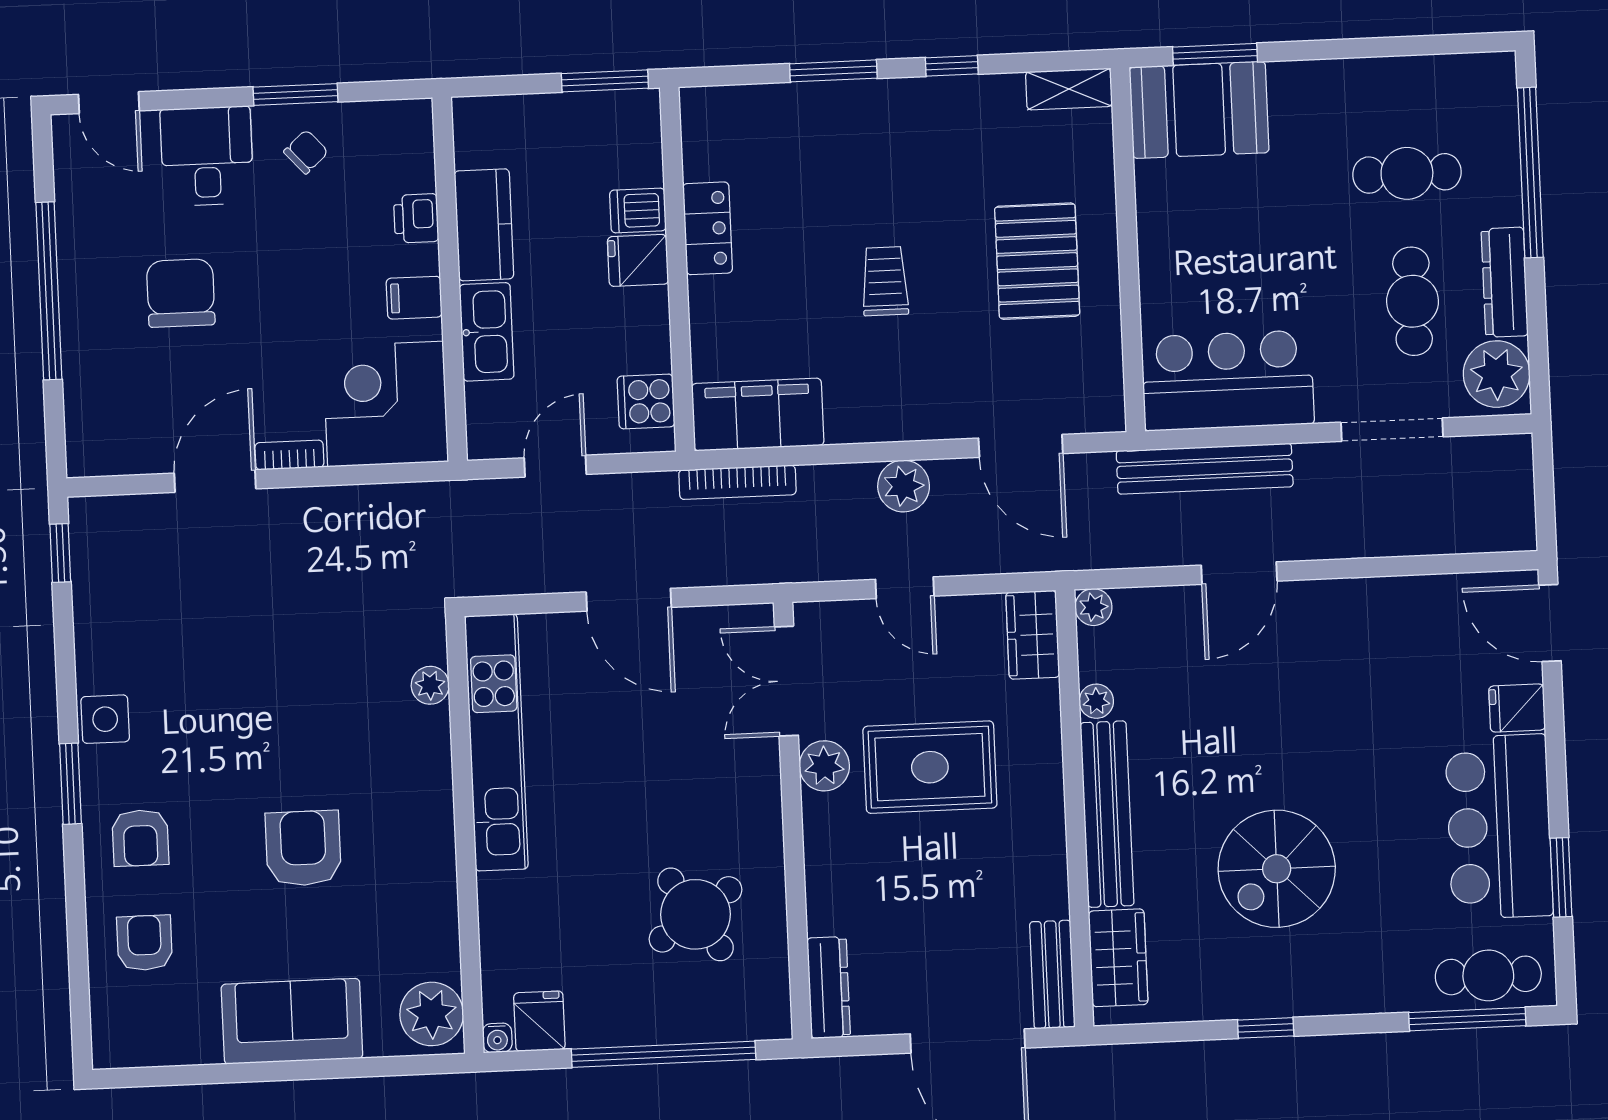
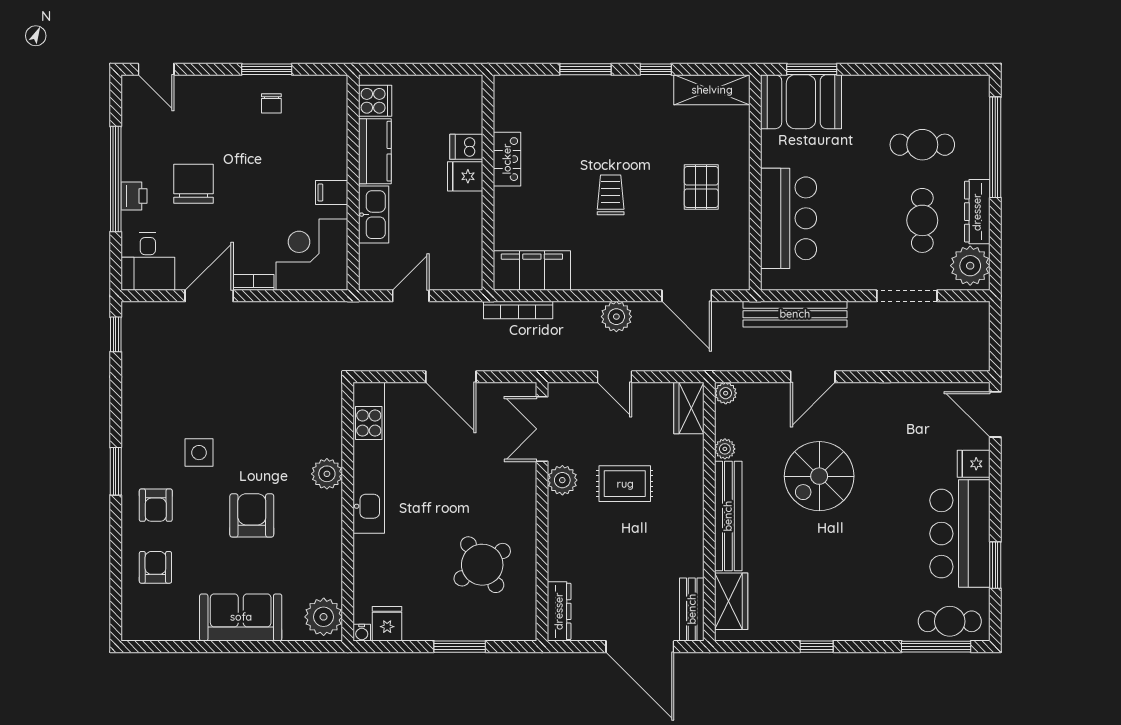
window: (605, 81) -> (450, 69), removed
shelving: (1069, 89) -> (712, 90), width x1.50, depth x1.33
chair: (306, 152) -> (271, 103), turned 132
desk: (207, 156) -> (148, 262), moved, turned 180
printer: (416, 218) -> (134, 196), moved, turned 180
pallet: (1037, 261) -> (701, 187), width x0.67, depth x0.71
bar counter: (1228, 380) -> (789, 218), moved, turned 90
cooker: (646, 401) -> (375, 101), moved, turned 180
plant: (430, 685) -> (327, 474), moved, width x1.38, depth x1.38
side table: (105, 719) -> (199, 453), moved
rug: (930, 767) -> (625, 484), width x0.73, depth x0.70
spiral stairs: (1277, 869) -> (819, 476), moved
window: (664, 1054) -> (460, 647), width x0.47

